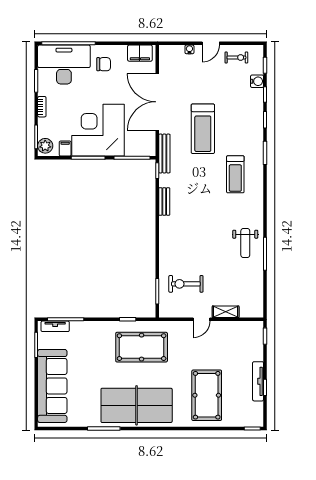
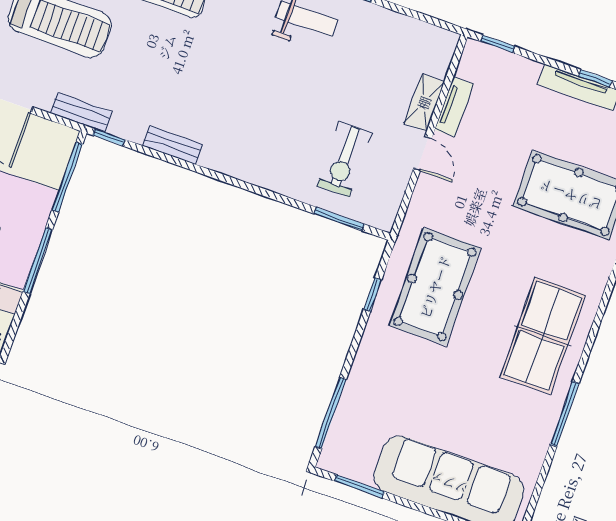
bench: (164, 153) -> (81, 112), width x0.73
tv unit: (55, 326) -> (454, 107), moved
table tennis table: (137, 405) -> (543, 336), width x0.73, depth x0.76

